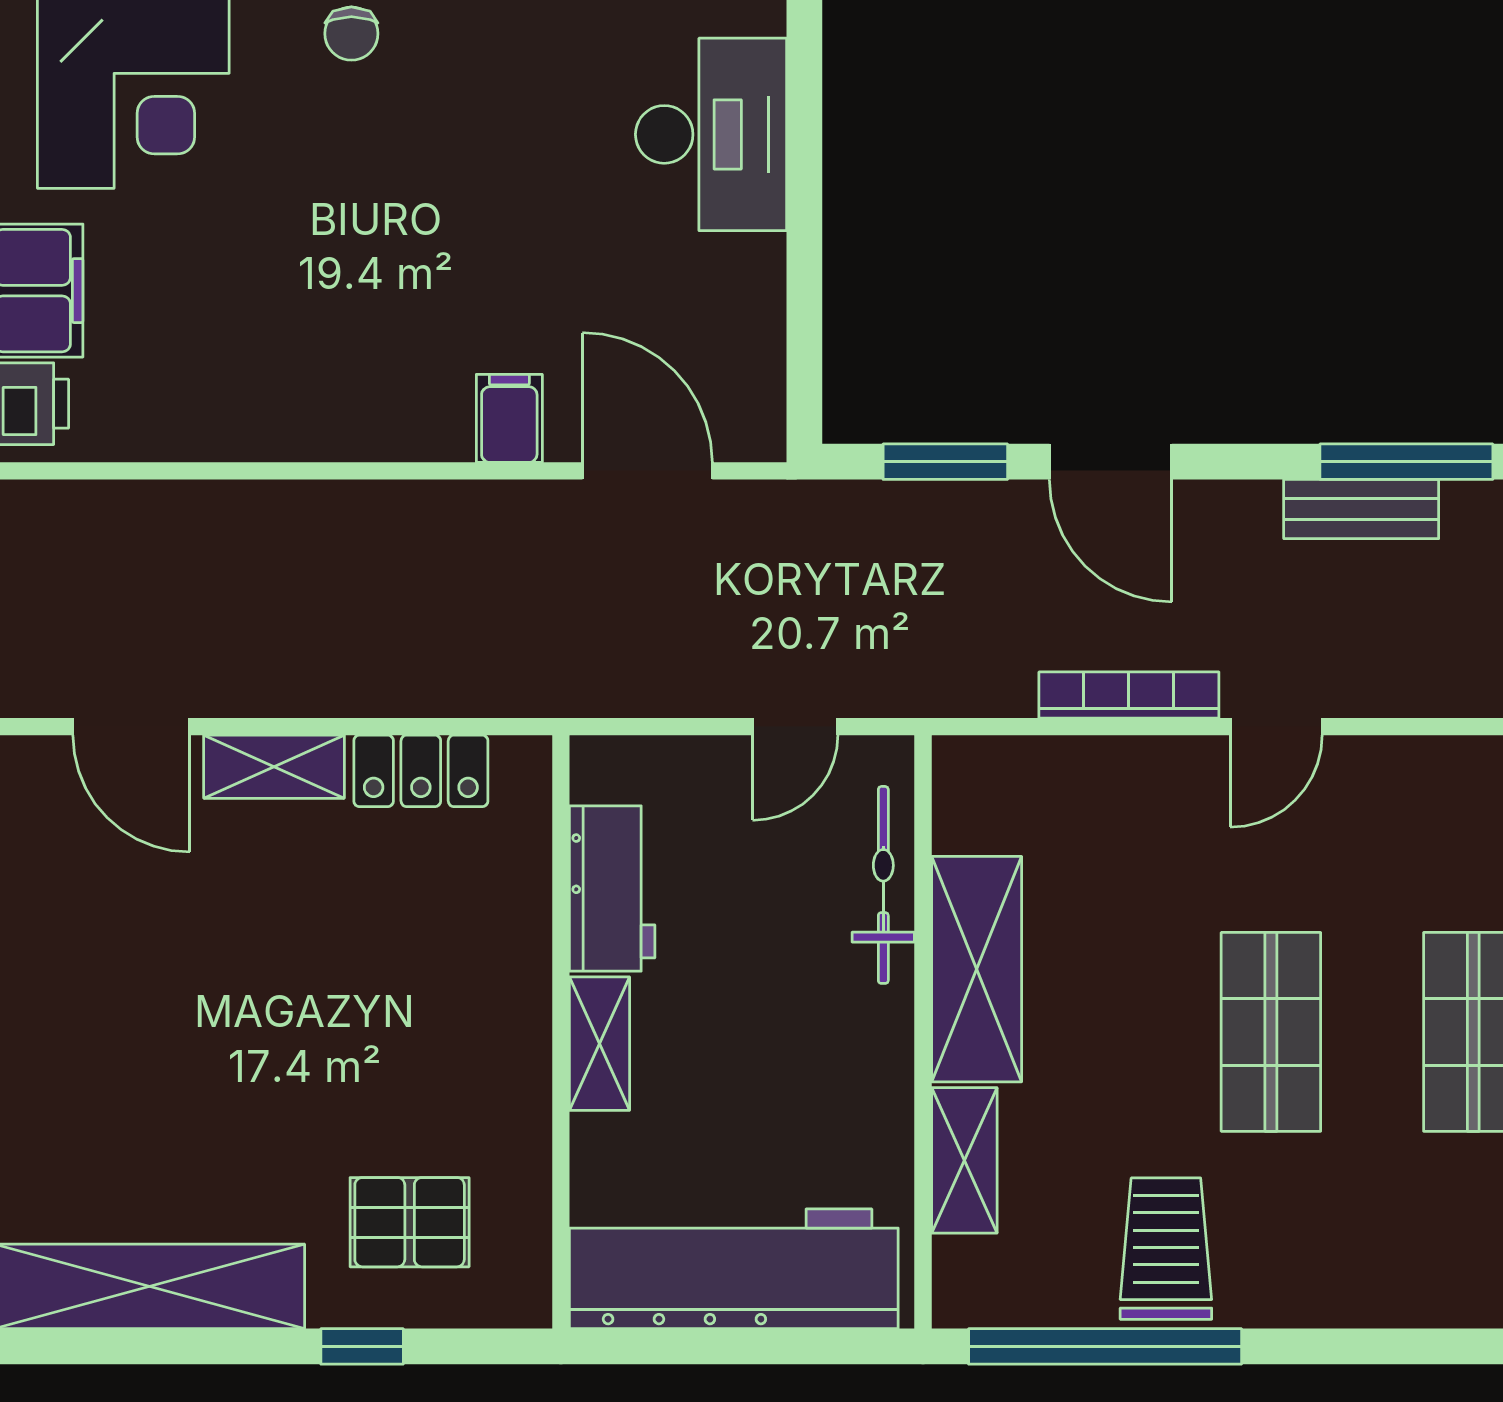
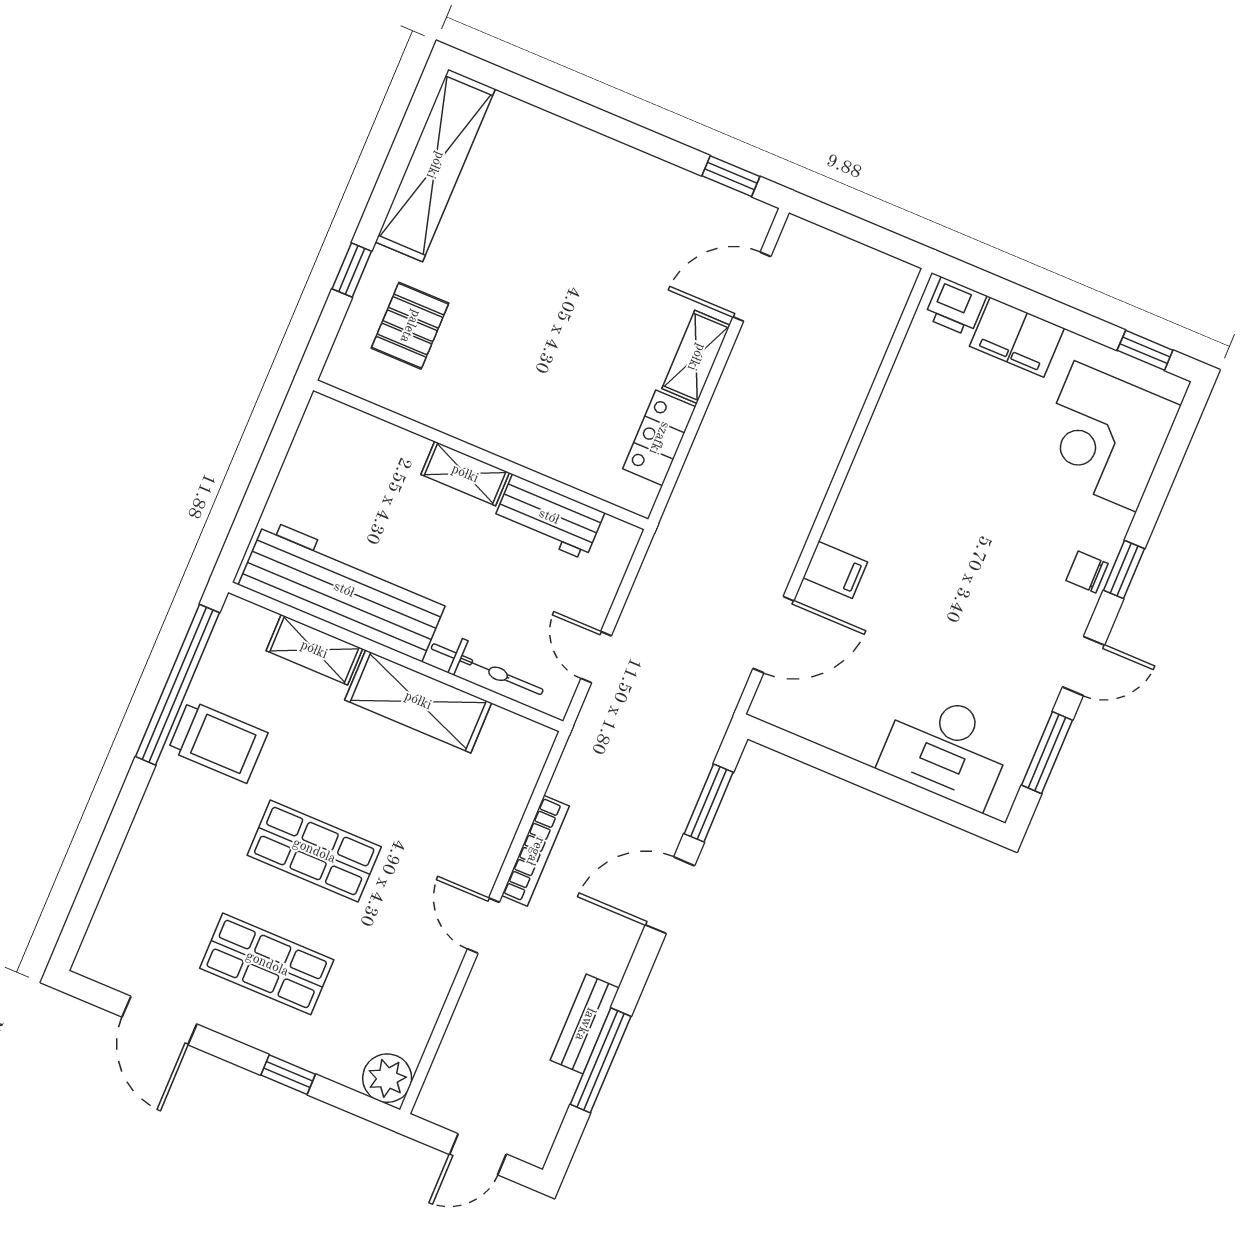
workbench: (734, 1269) -> (344, 590), moved, turned -90

